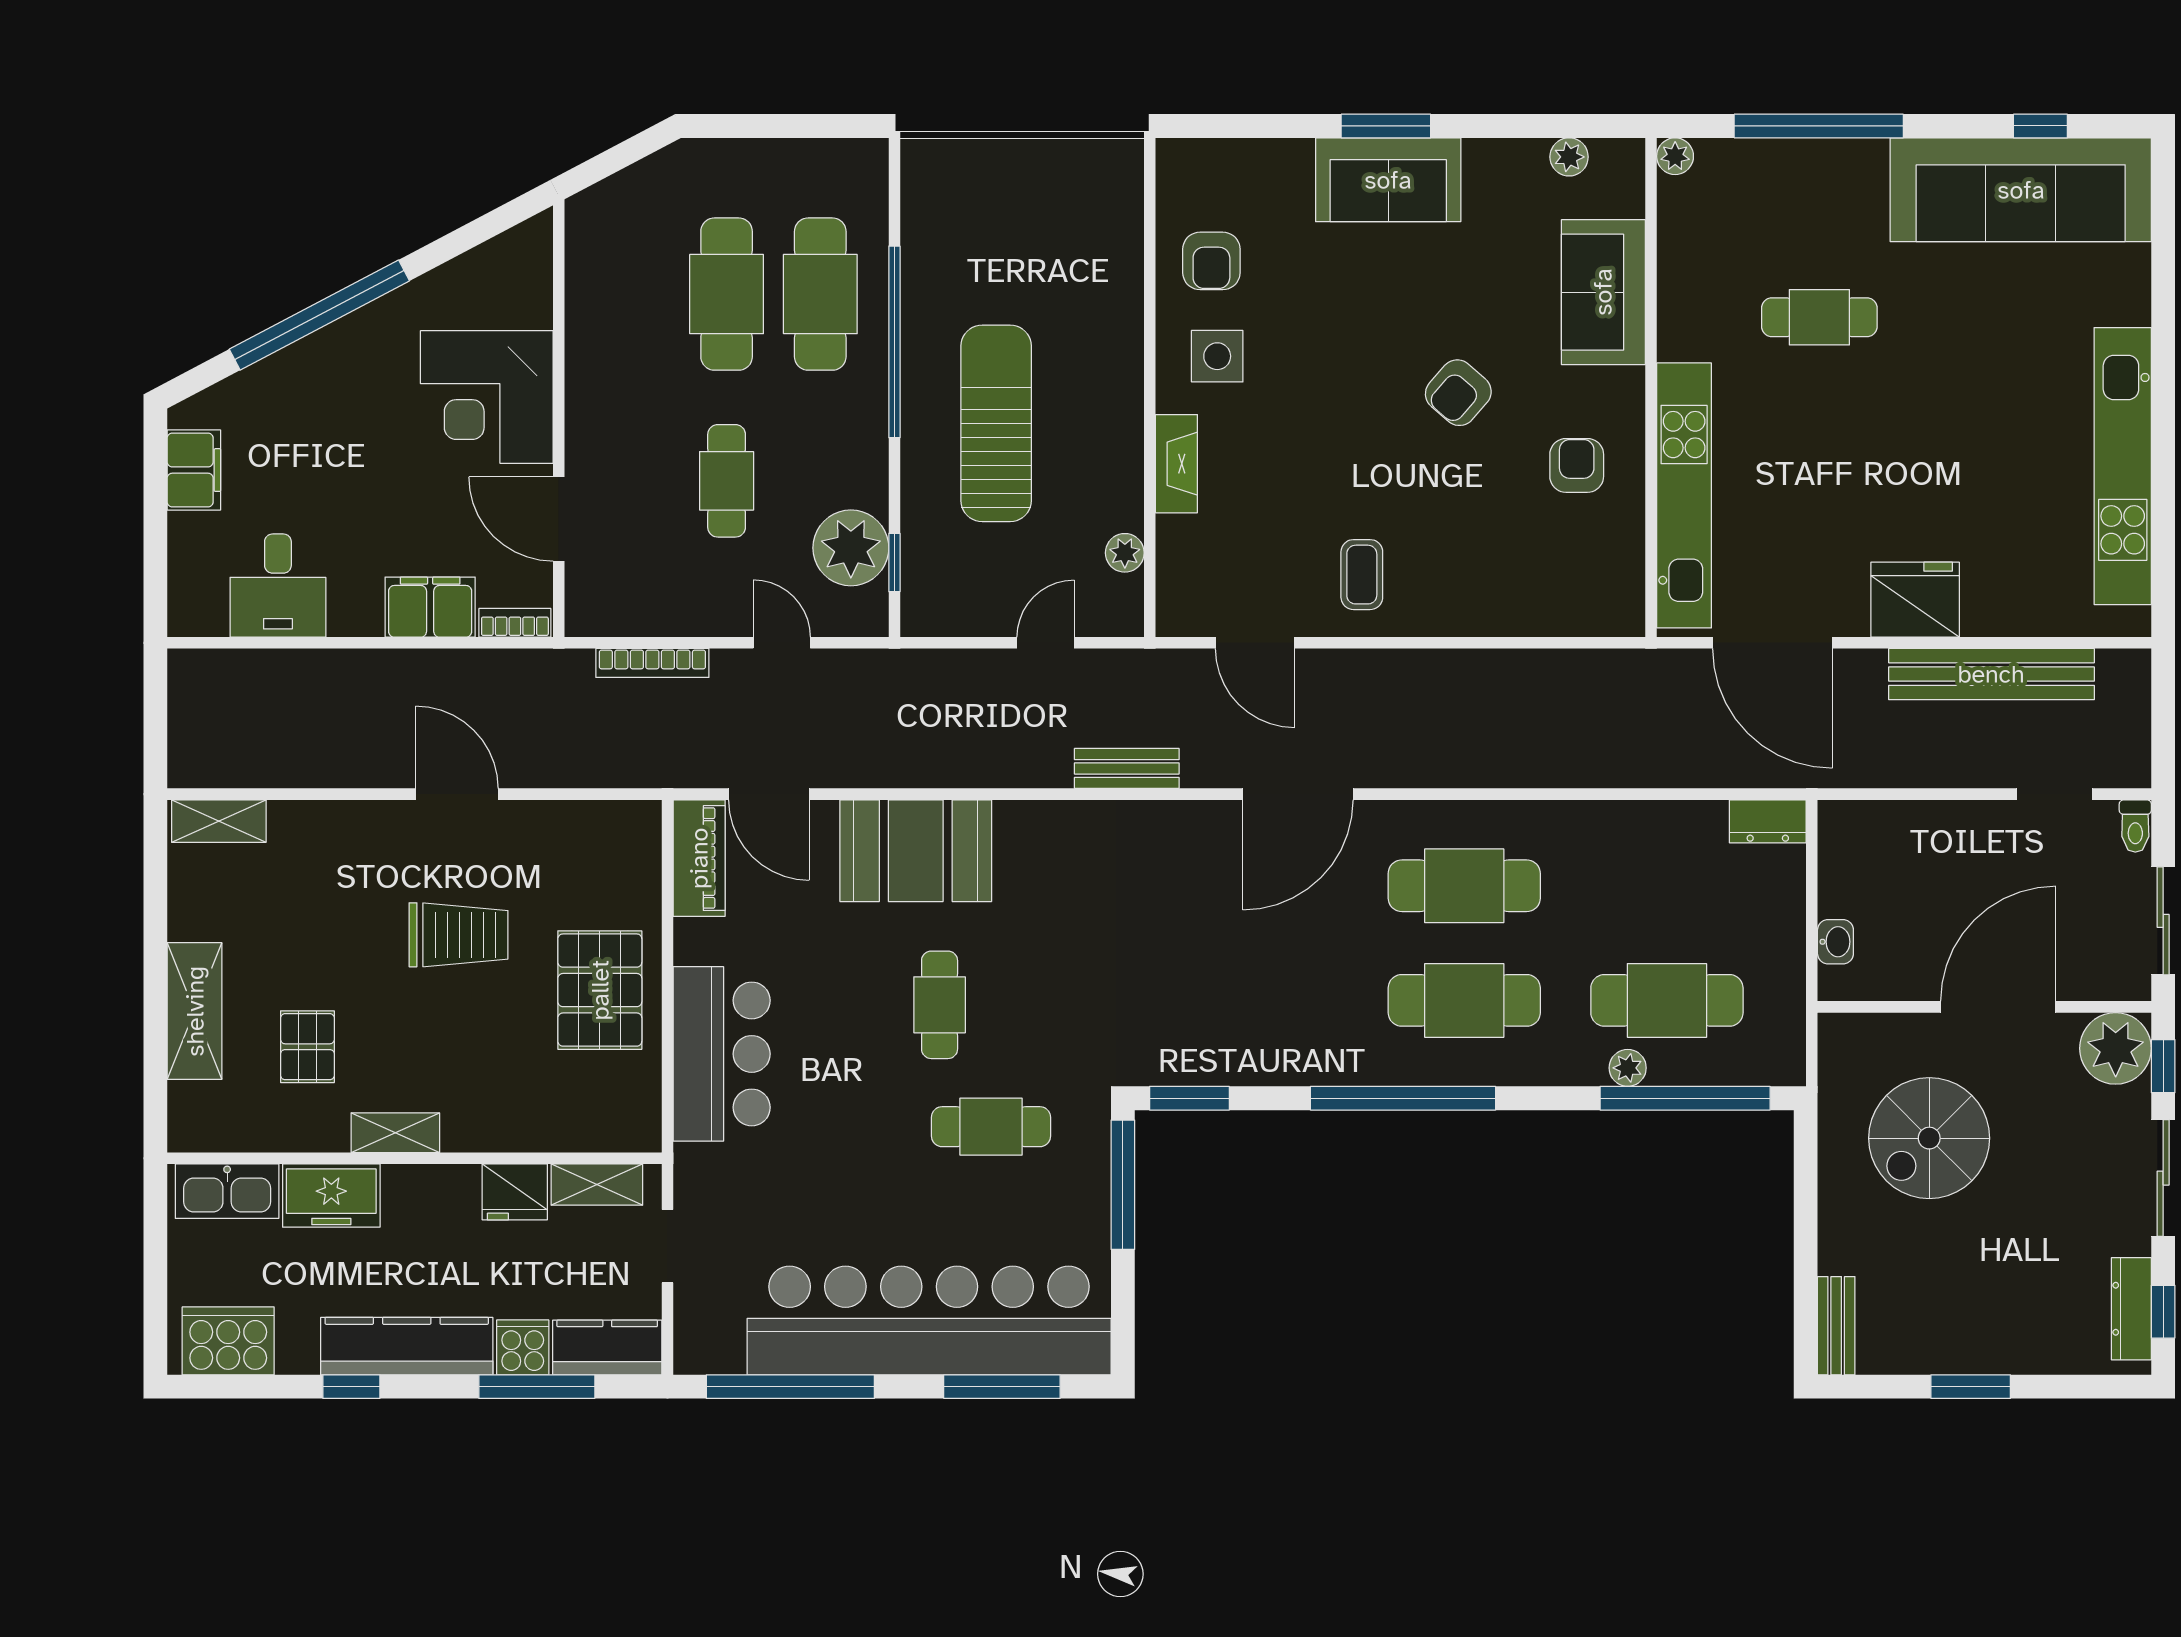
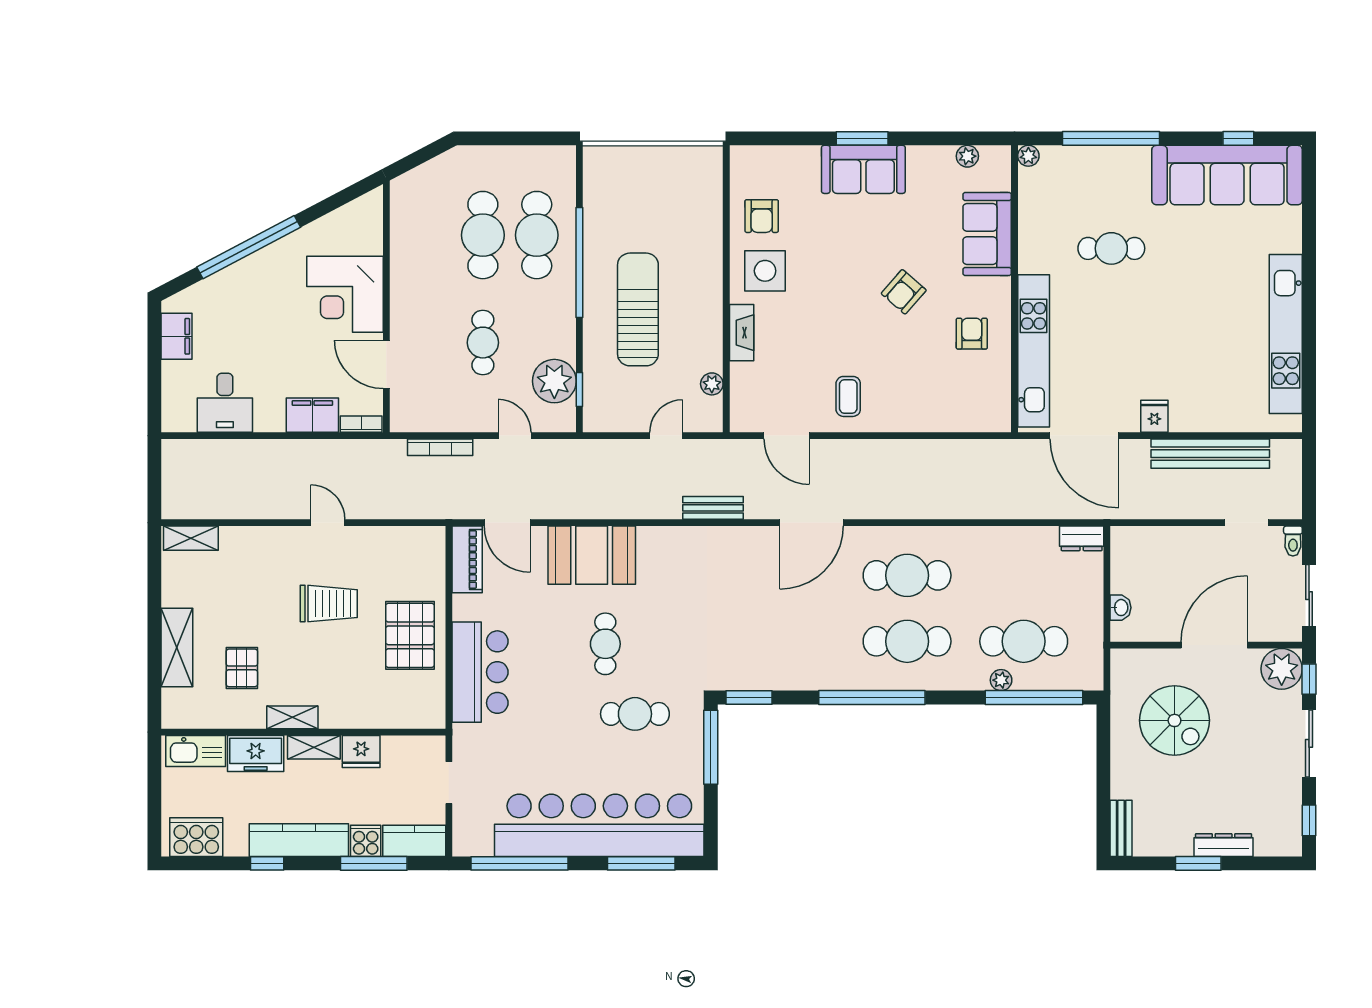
side table: (1217, 356) -> (765, 271), width x1.37, depth x1.37
fridge: (1915, 600) -> (1154, 416), width x0.53, depth x0.75
door: (457, 794) -> (328, 523), width x0.73
spiral stairs: (1929, 1138) -> (1174, 720), turned -90
shelving: (597, 1185) -> (314, 747), moved
dresser: (2131, 1309) -> (1224, 845), moved, turned 90

